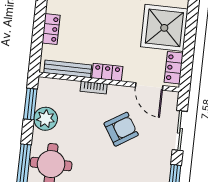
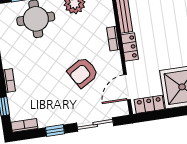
armchair: (121, 129) -> (83, 72), turned 91

